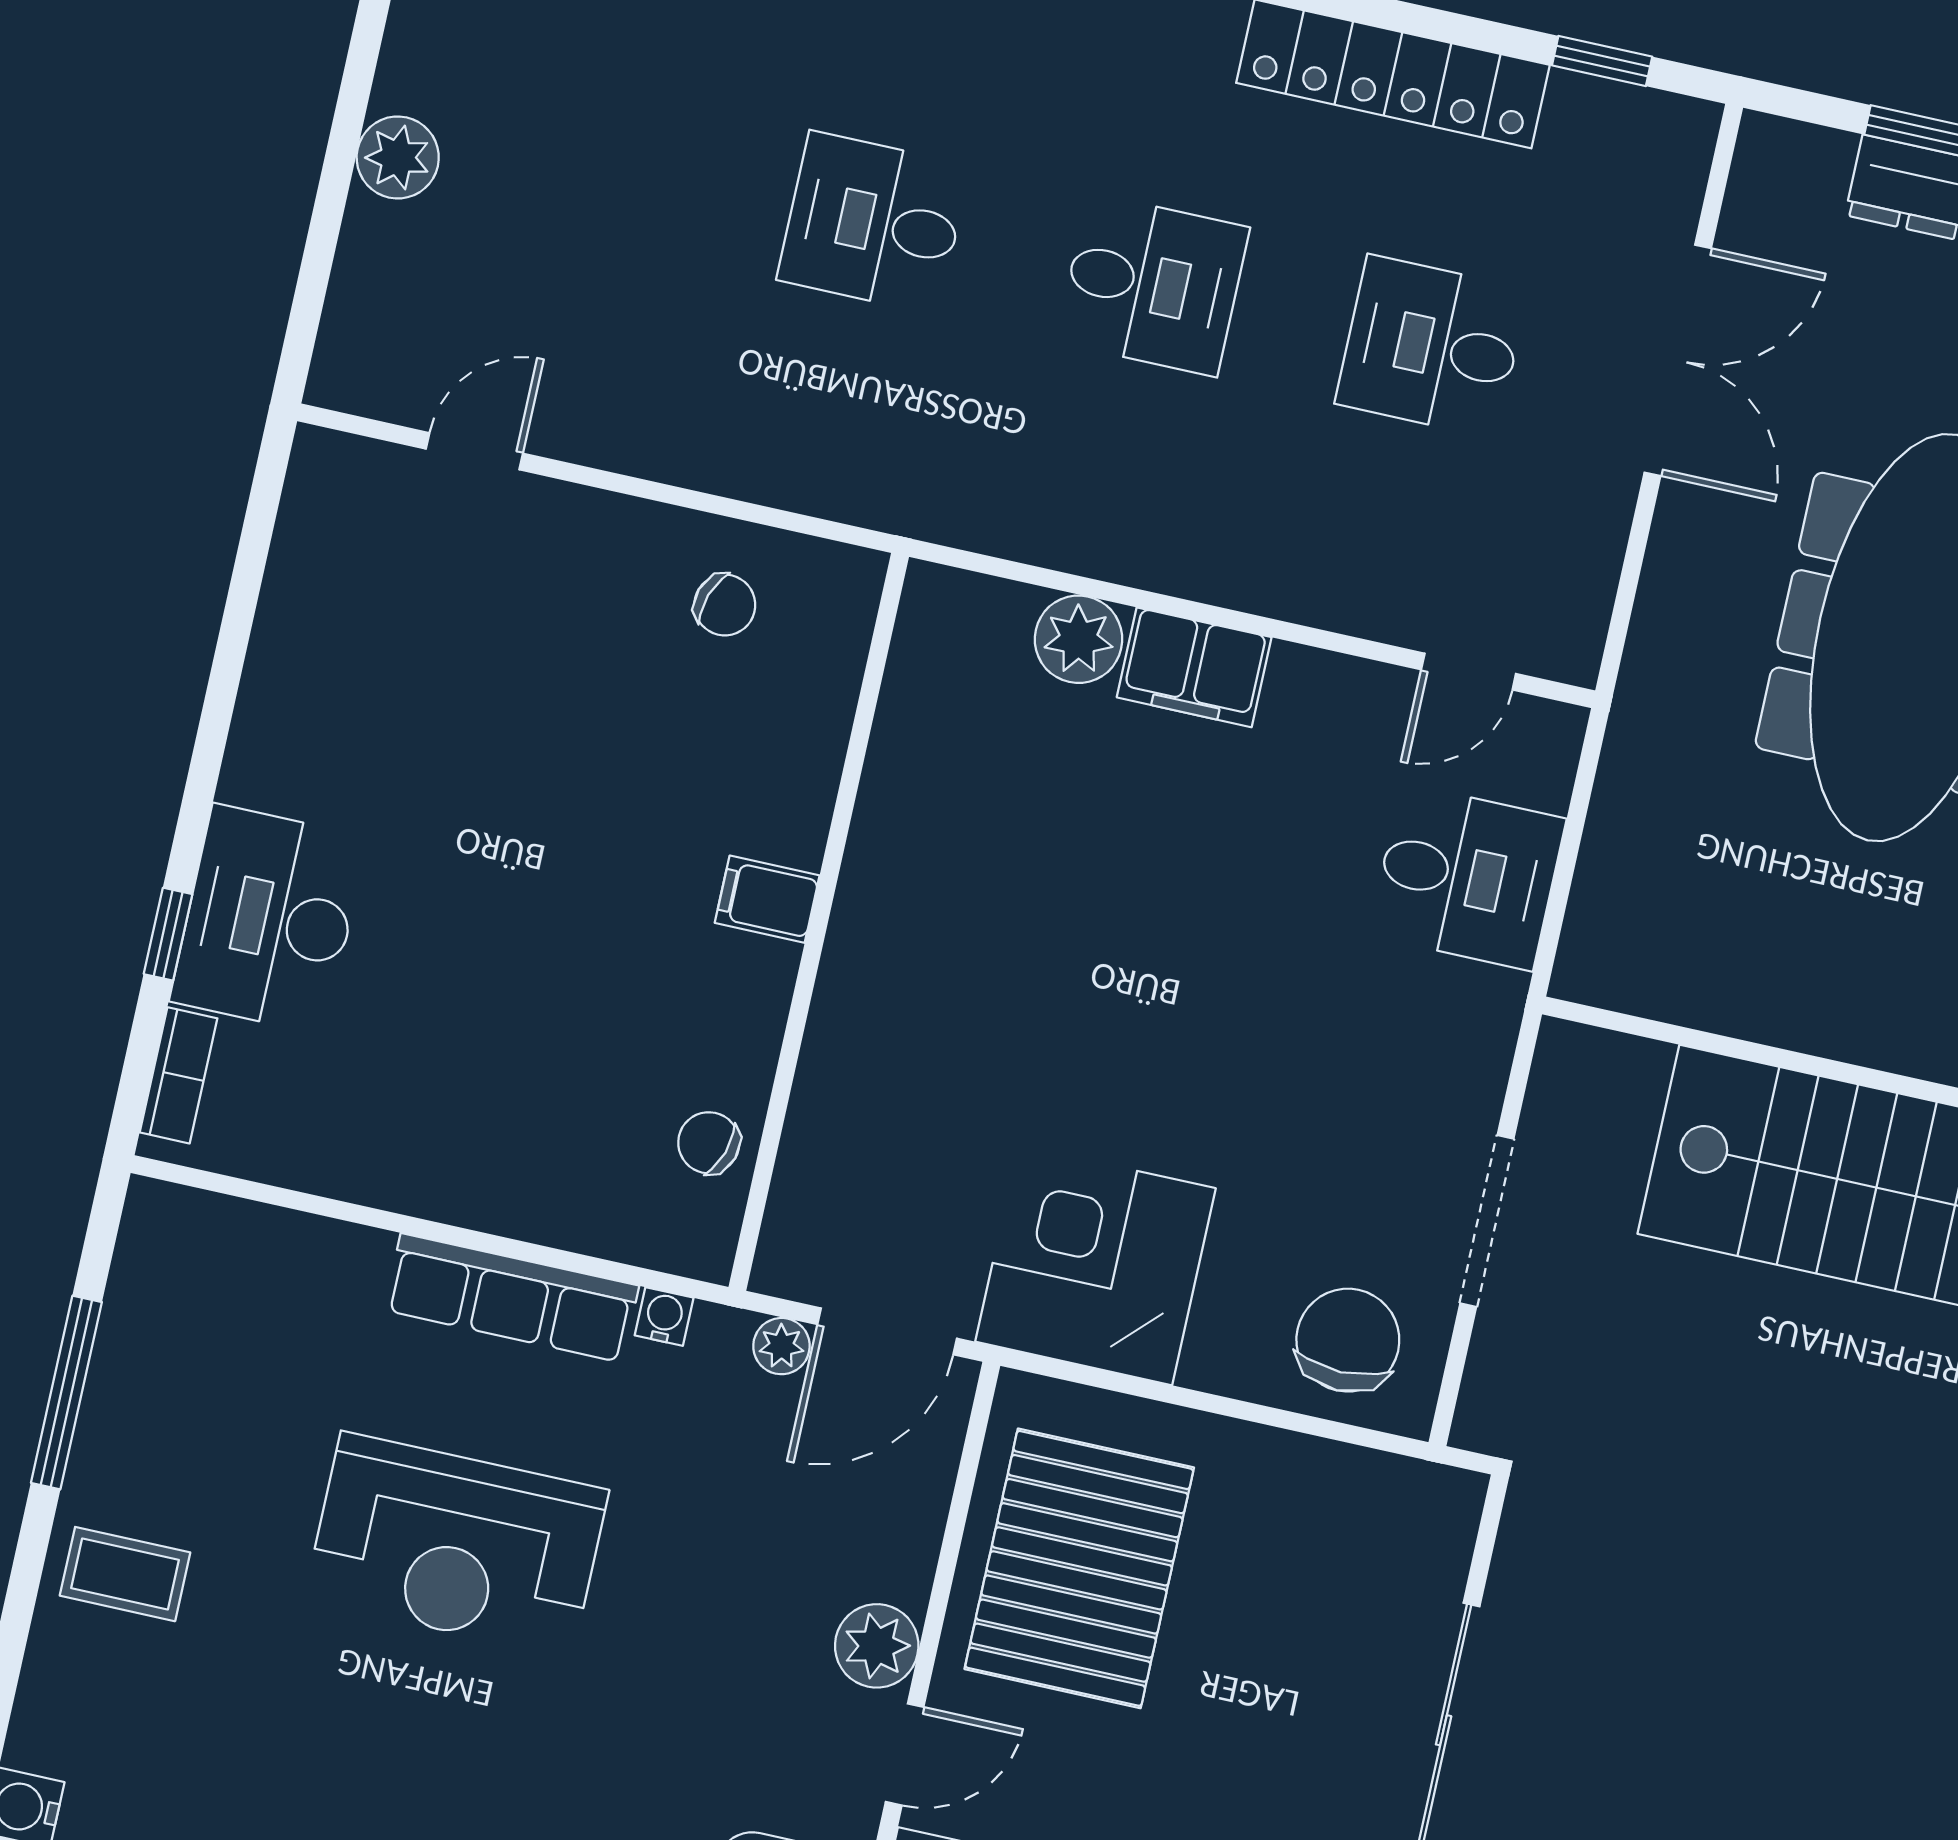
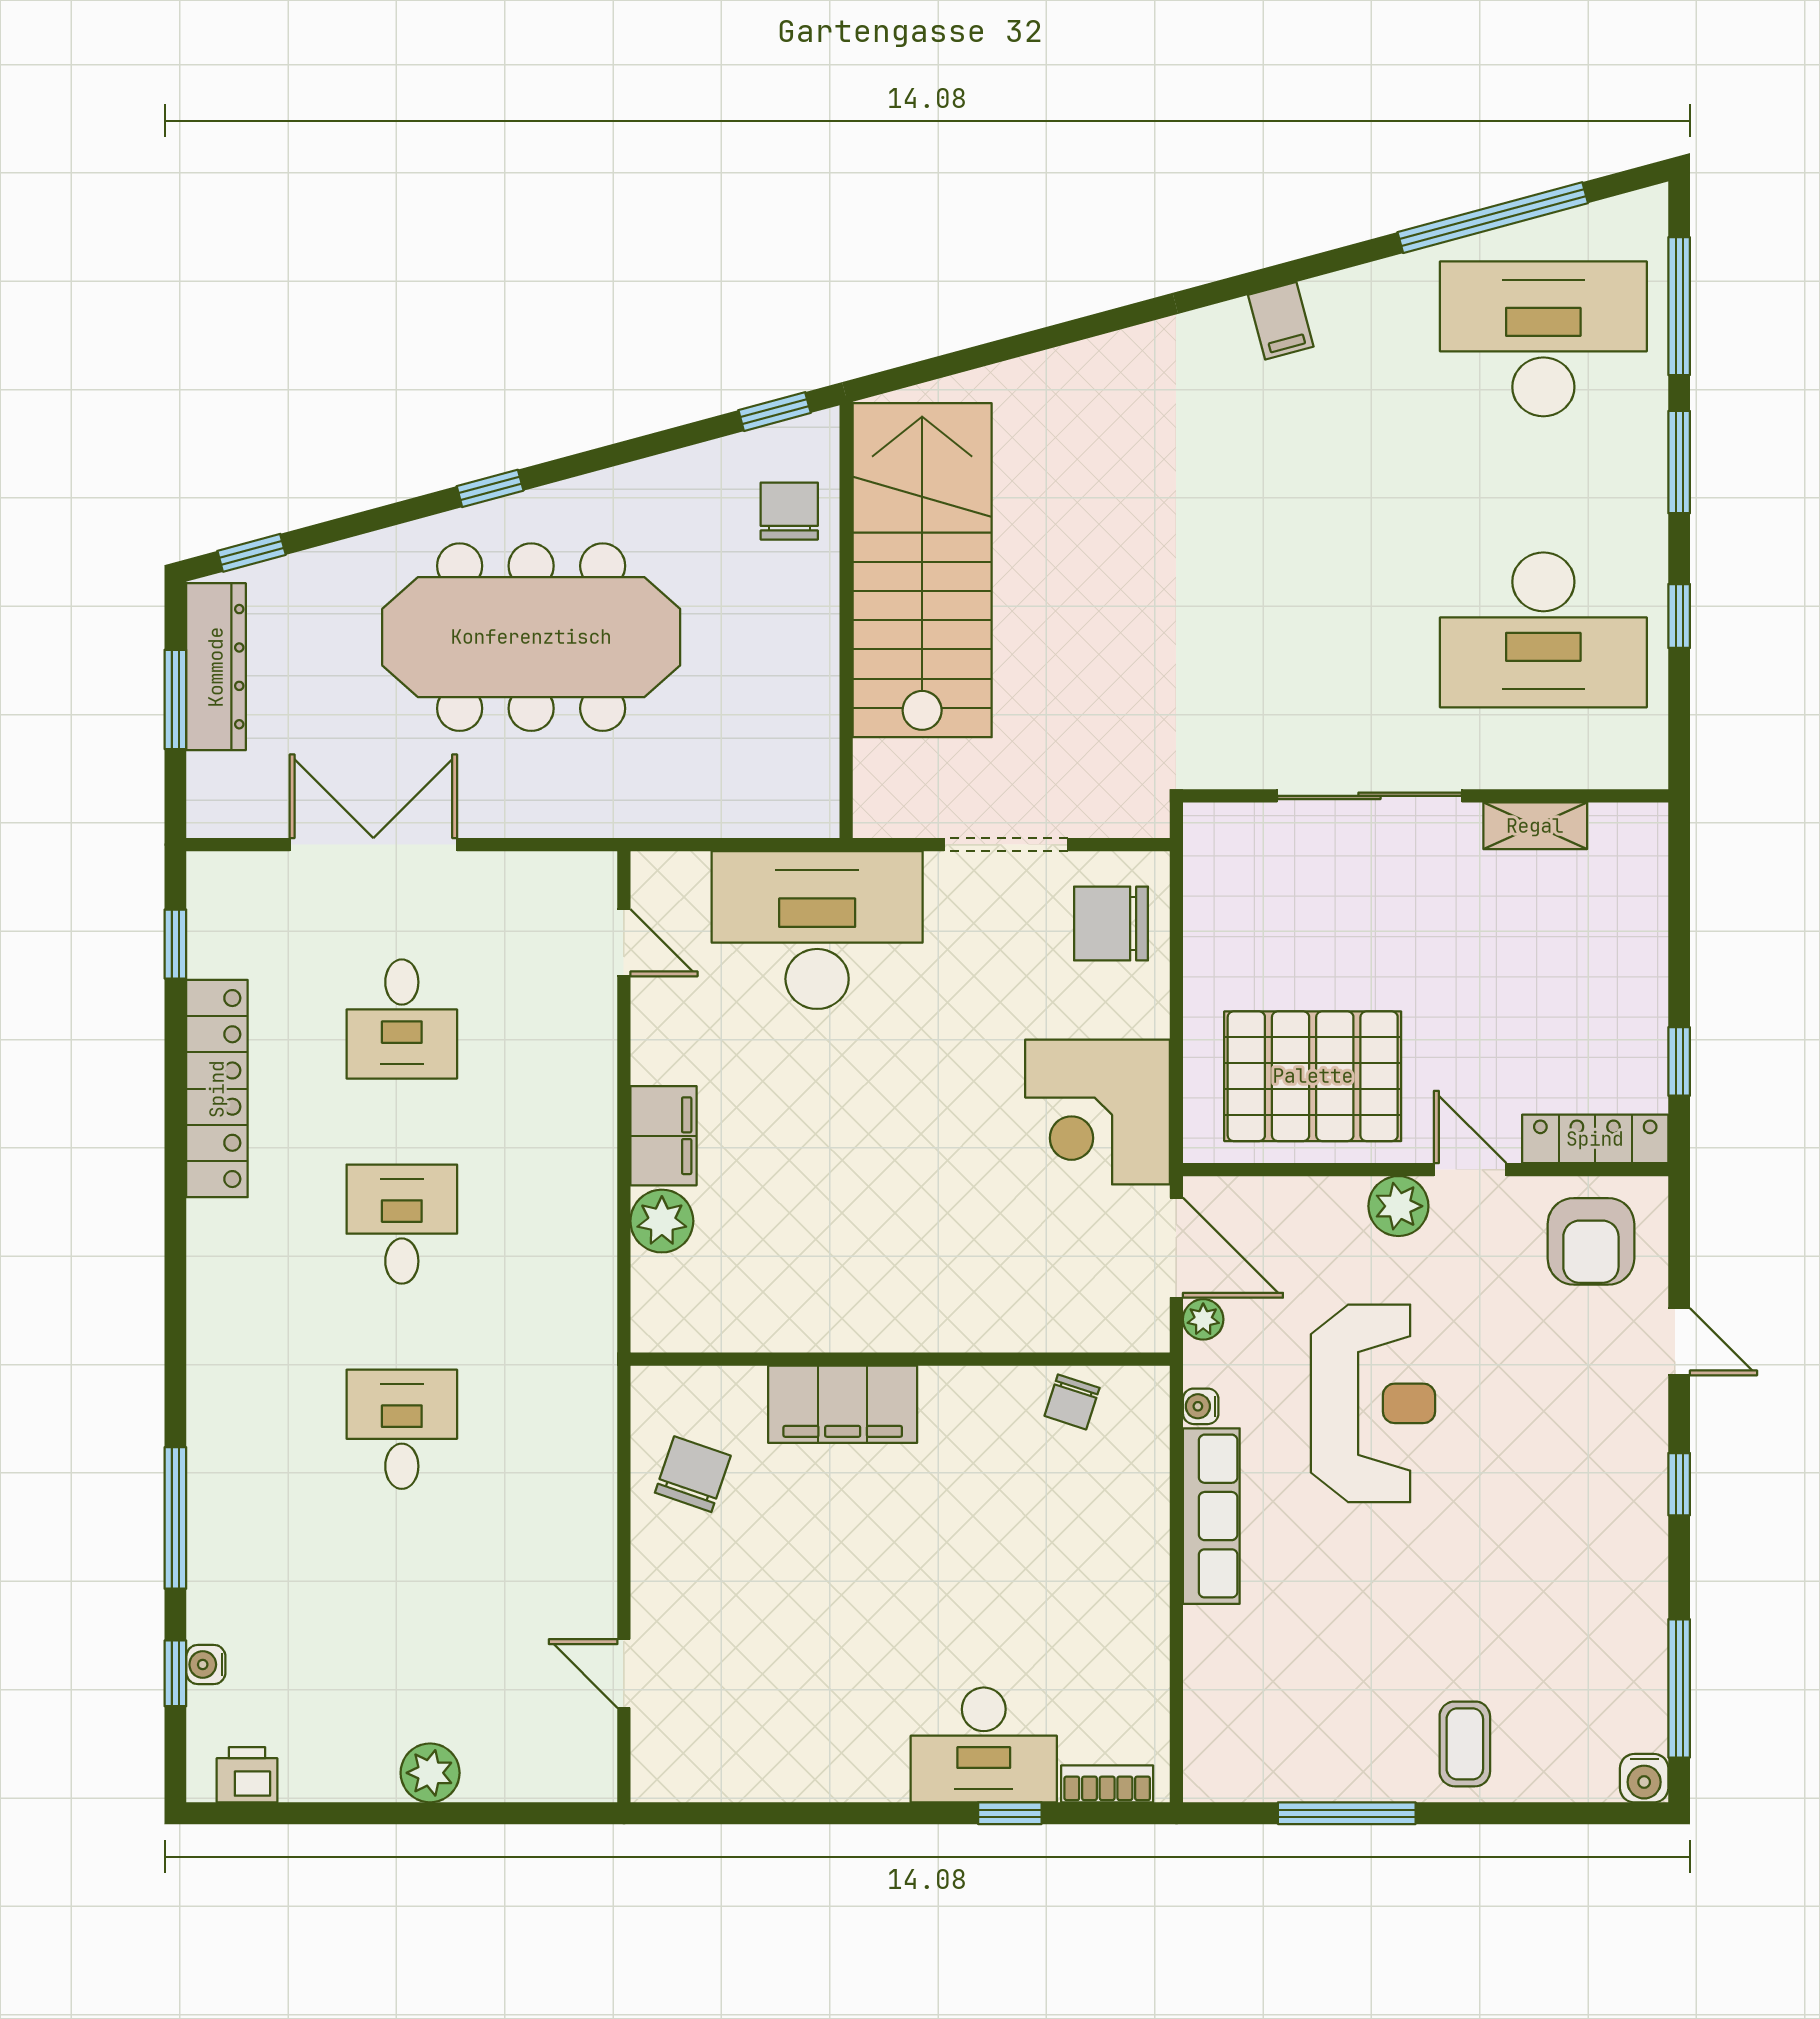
desk: (874, 223) -> (402, 1429), turned 180
chair: (725, 605) -> (693, 1474), width x1.37, depth x1.37
desk: (1467, 877) -> (817, 930), width x1.87, depth x1.30
filing cabinet: (767, 899) -> (843, 1404), width x3.00, depth x1.17
reception desk: (456, 1545) -> (1373, 1403), moved

